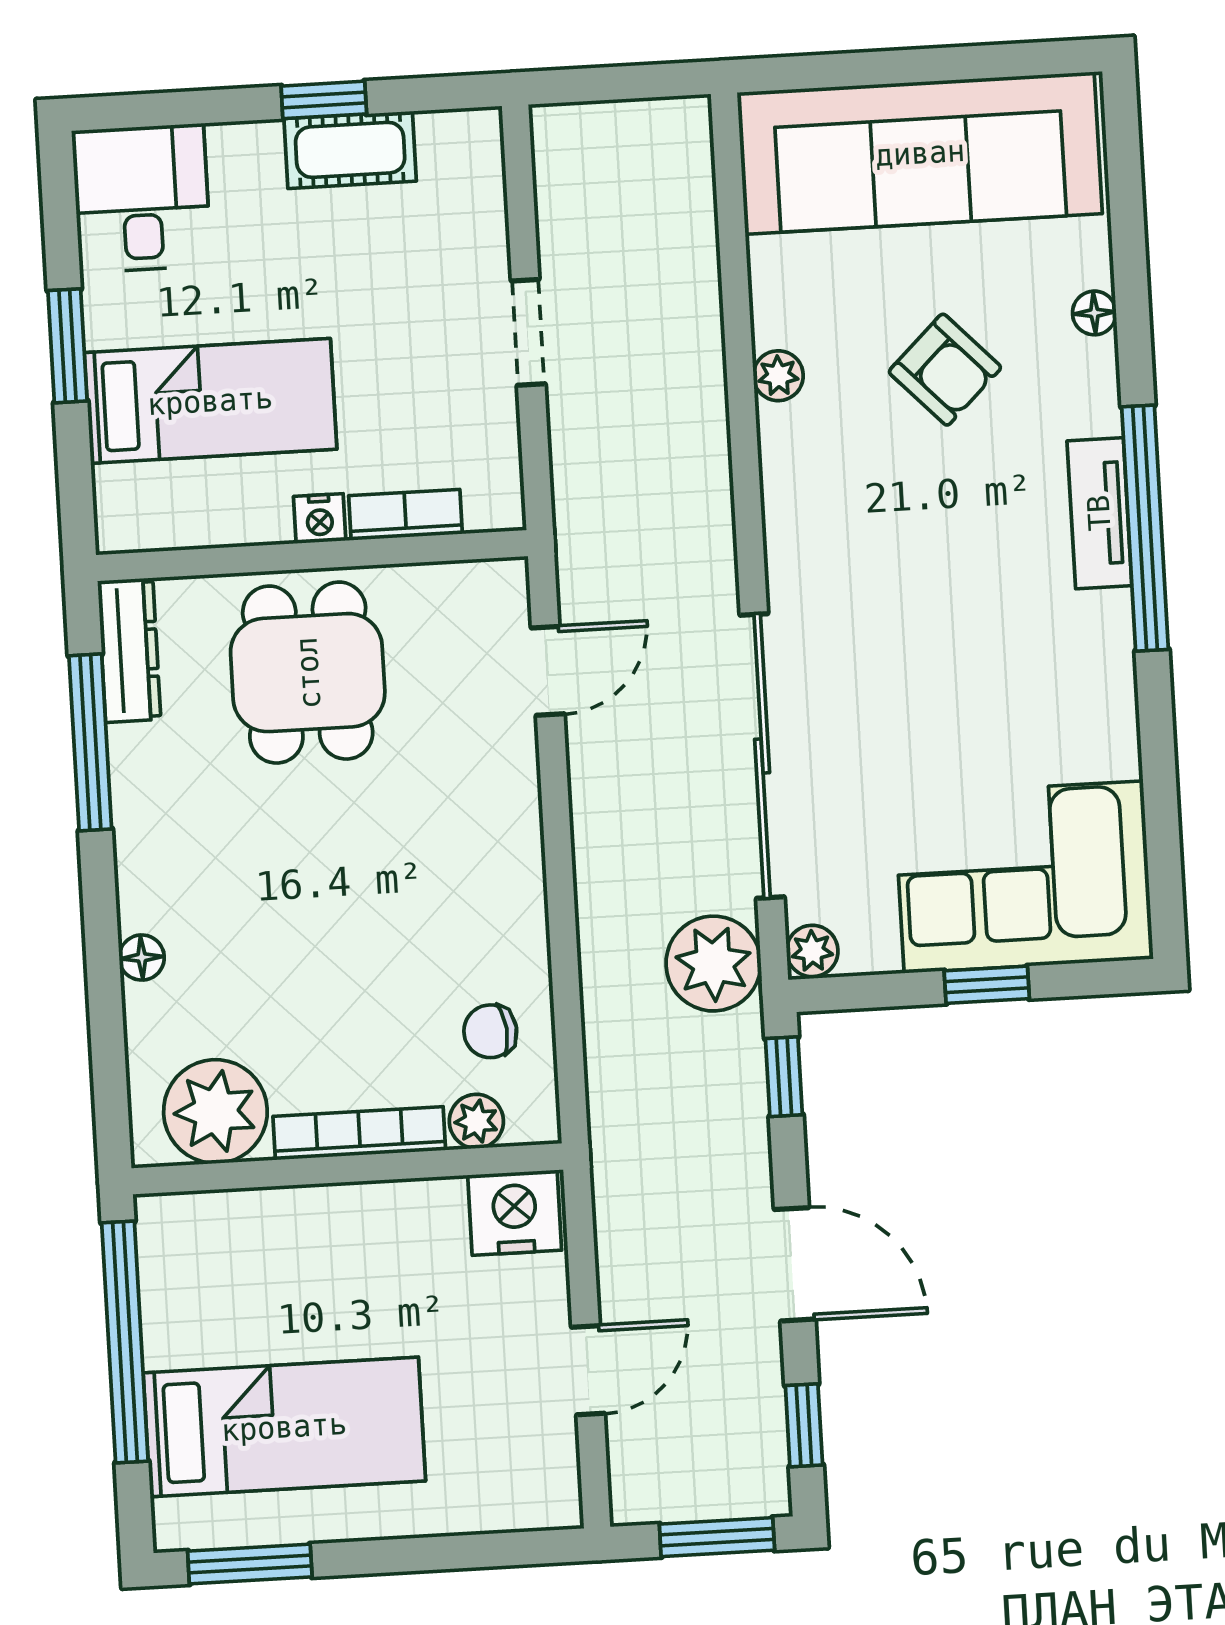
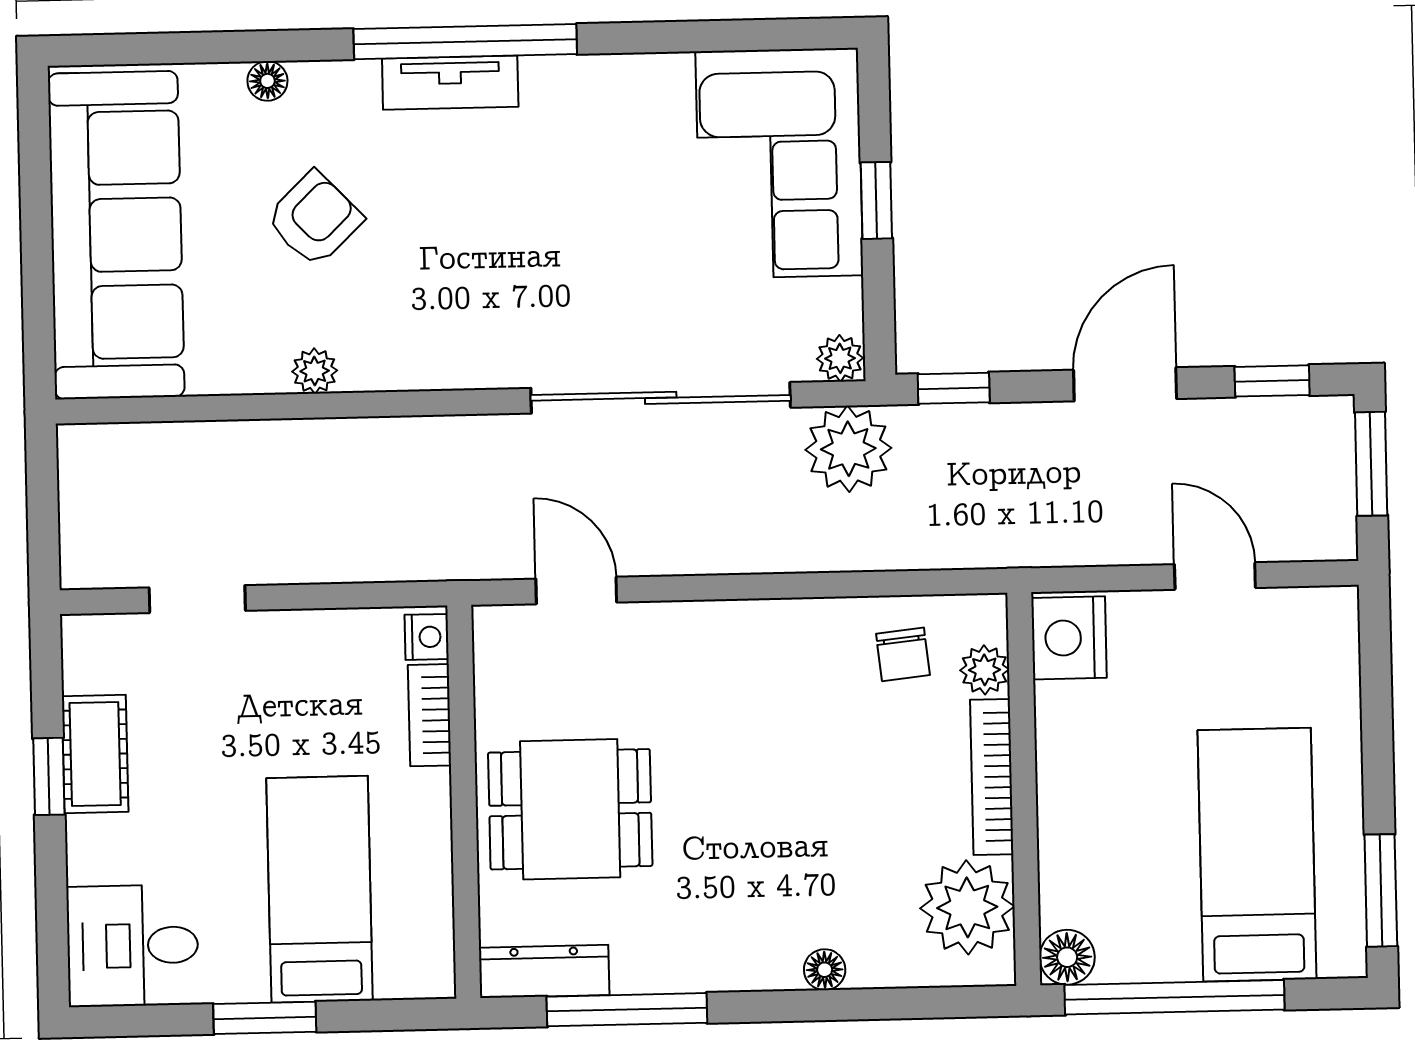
doorway: (528, 332) -> (197, 599), moved
nightstand: (320, 519) -> (427, 637), moved
floor lamp: (165, 1223) -> (1067, 957), added

